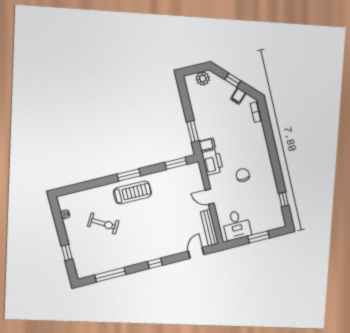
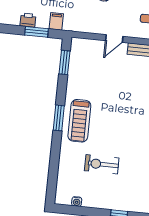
printer: (212, 162) -> (28, 20), moved, width x0.53, depth x0.68
treadmill: (132, 193) -> (79, 121), turned 180
exercise bike: (103, 224) -> (102, 164), turned -121

